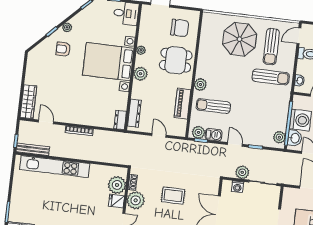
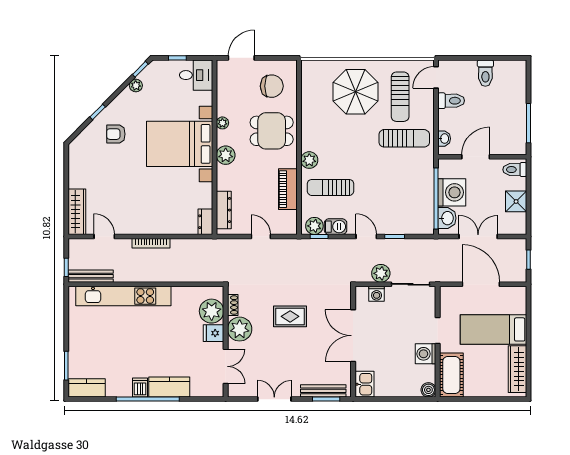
plant: (67, 27) -> (136, 85), moved
plant: (279, 137) -> (426, 219), removed

